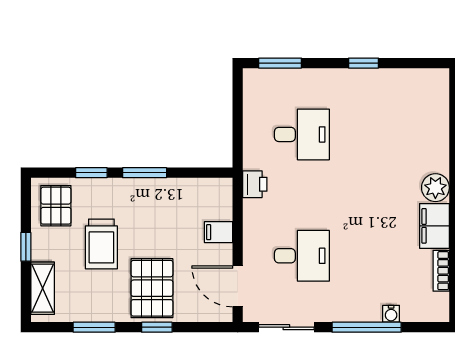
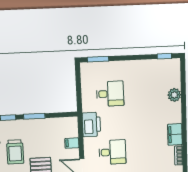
window: (364, 63) -> (164, 56), moved
printer: (255, 184) -> (91, 125), width x1.87, depth x1.48
plant: (435, 188) -> (174, 95), moved

